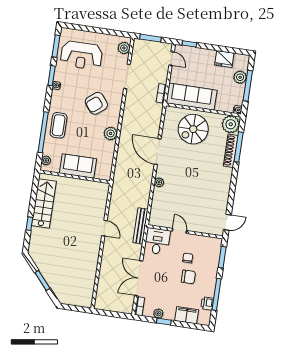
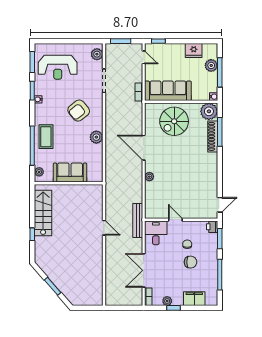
printer: (207, 303) -> (212, 227), moved

